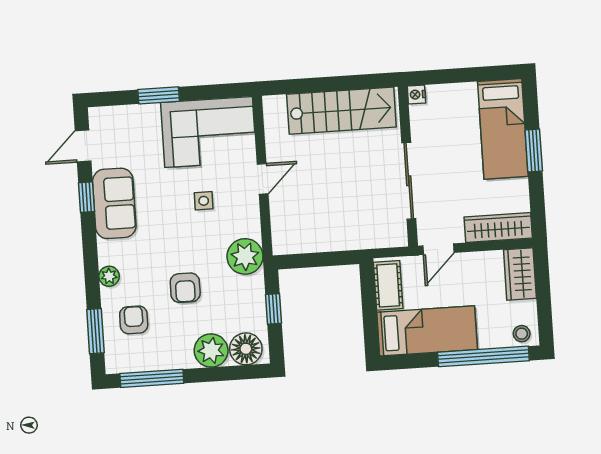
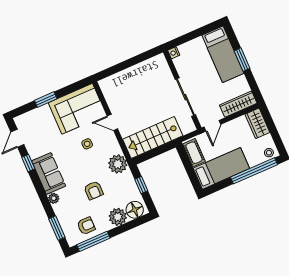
stairs: (341, 111) -> (153, 137), moved, turned 180
door: (263, 179) -> (112, 122), swing flipped
sofa: (114, 203) -> (49, 174), moved
armchair: (134, 320) -> (86, 226), moved, turned 90

